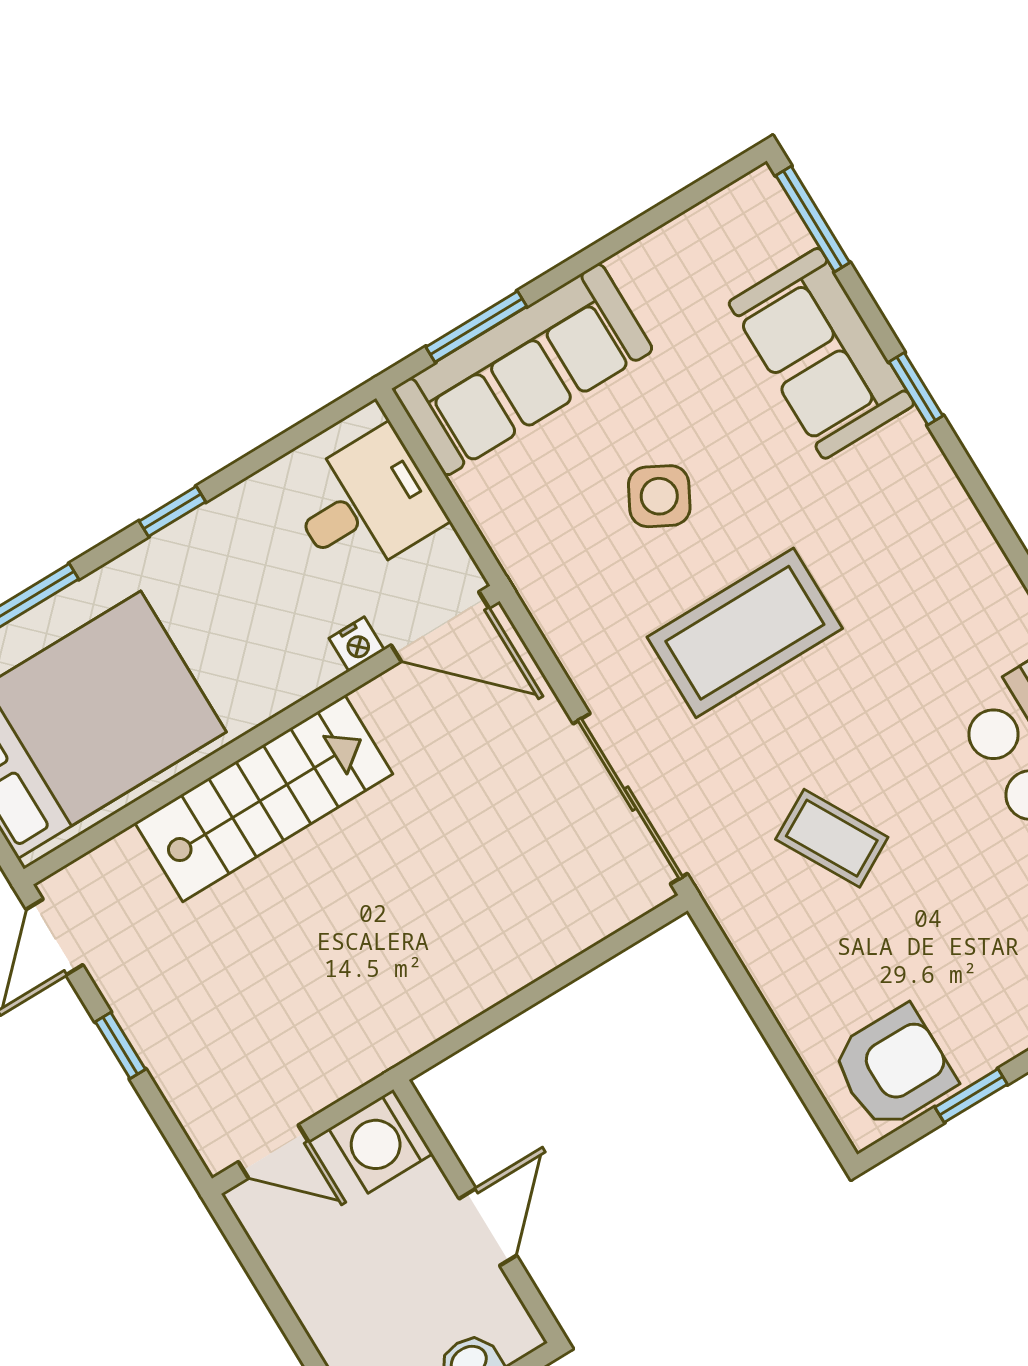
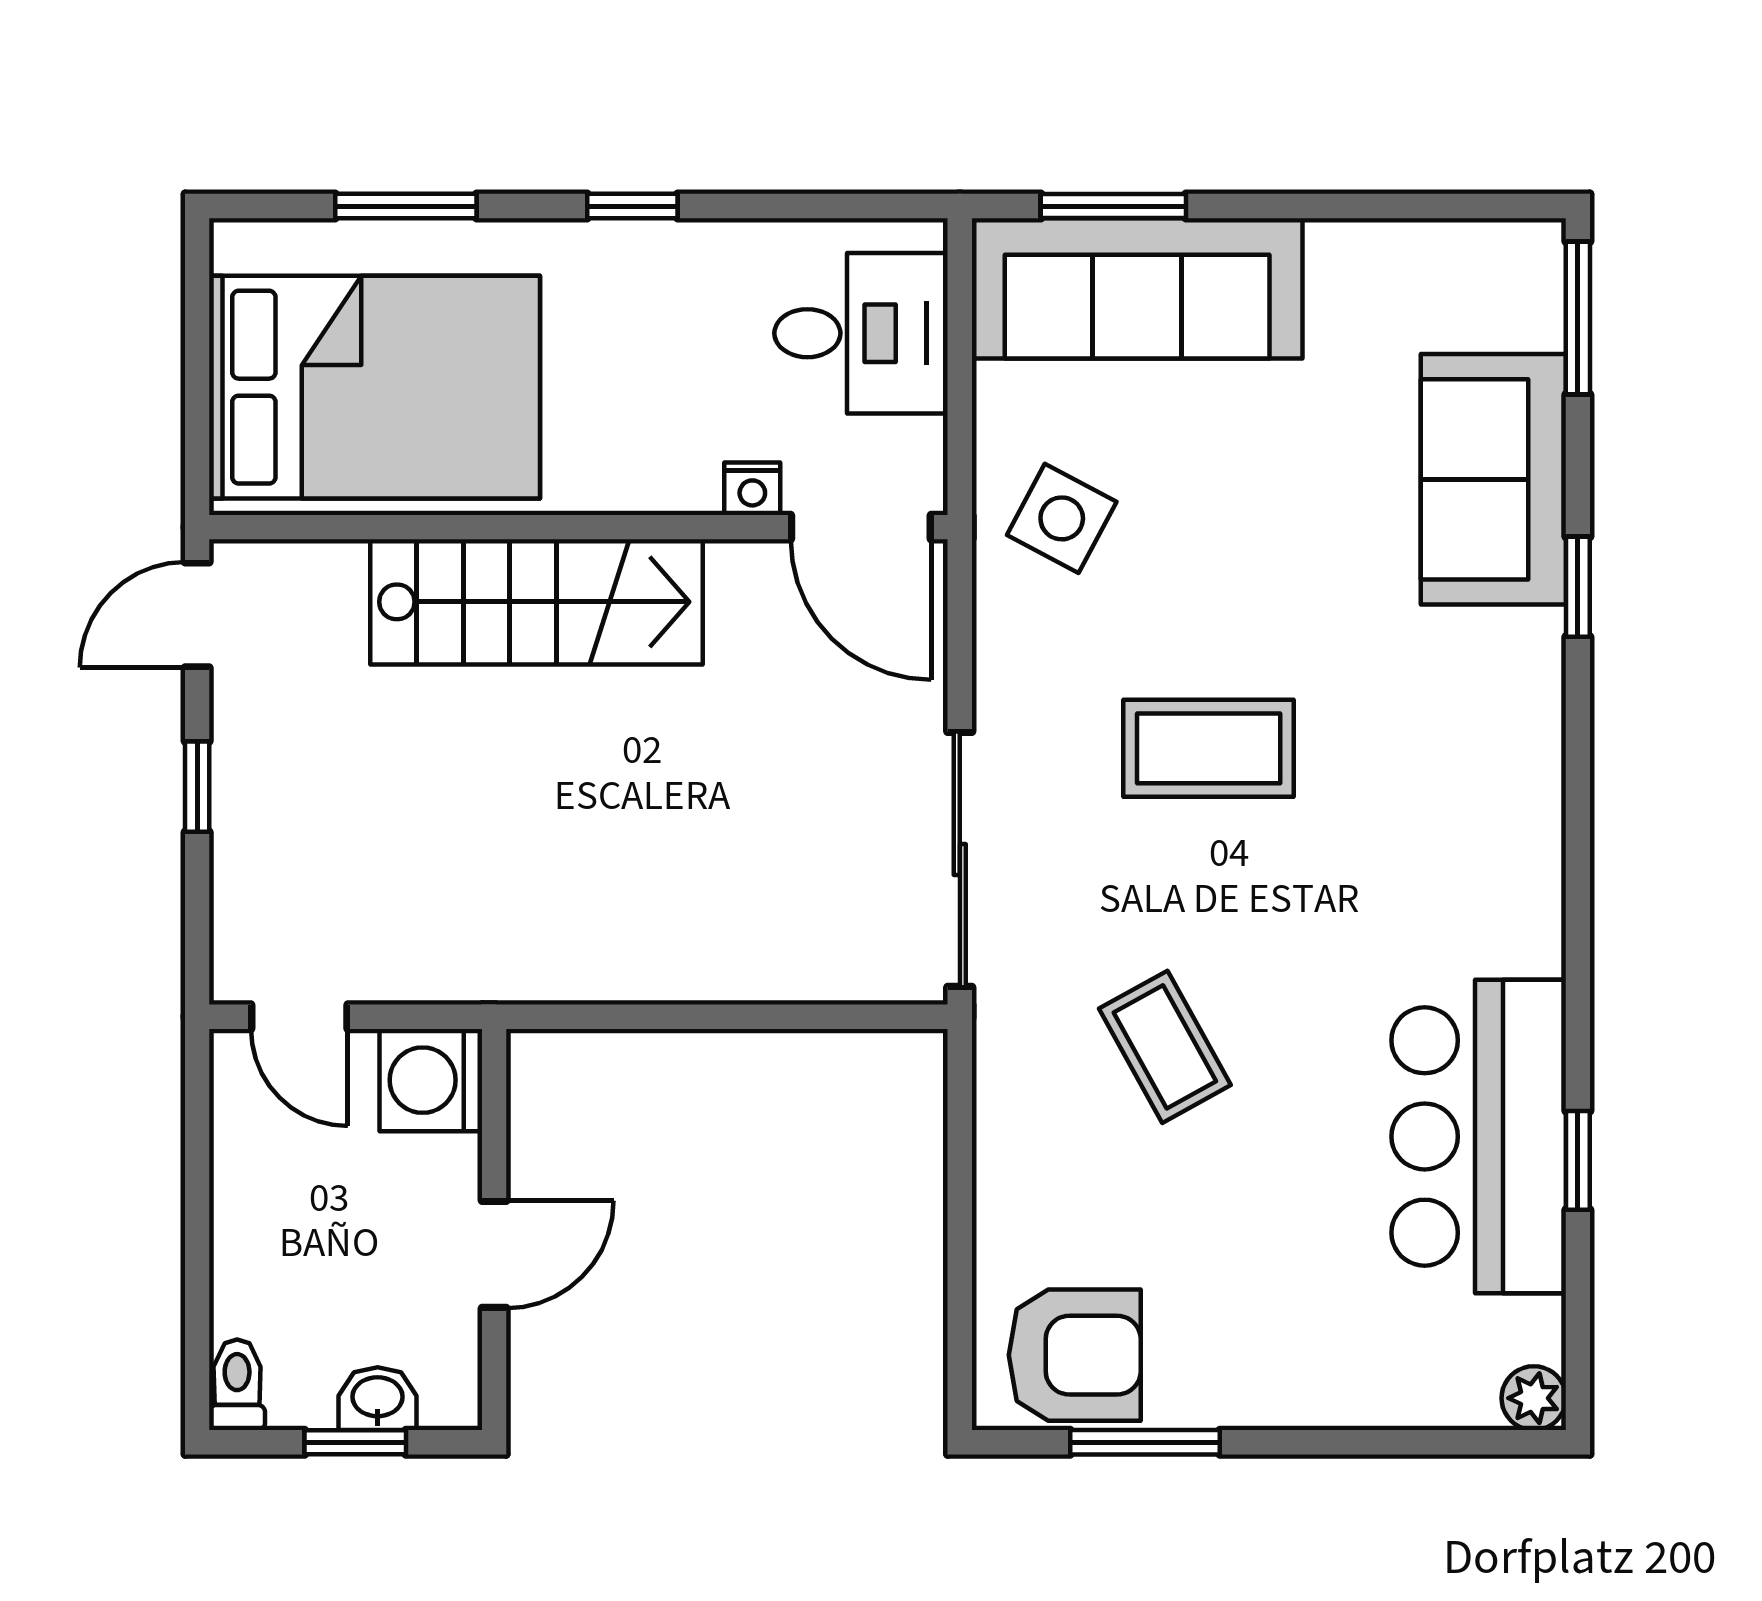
side table: (659, 496) -> (1062, 518), moved
coffee table: (745, 633) -> (1209, 748), width x0.73, depth x0.76
window: (971, 1096) -> (1145, 1442), width x1.50

